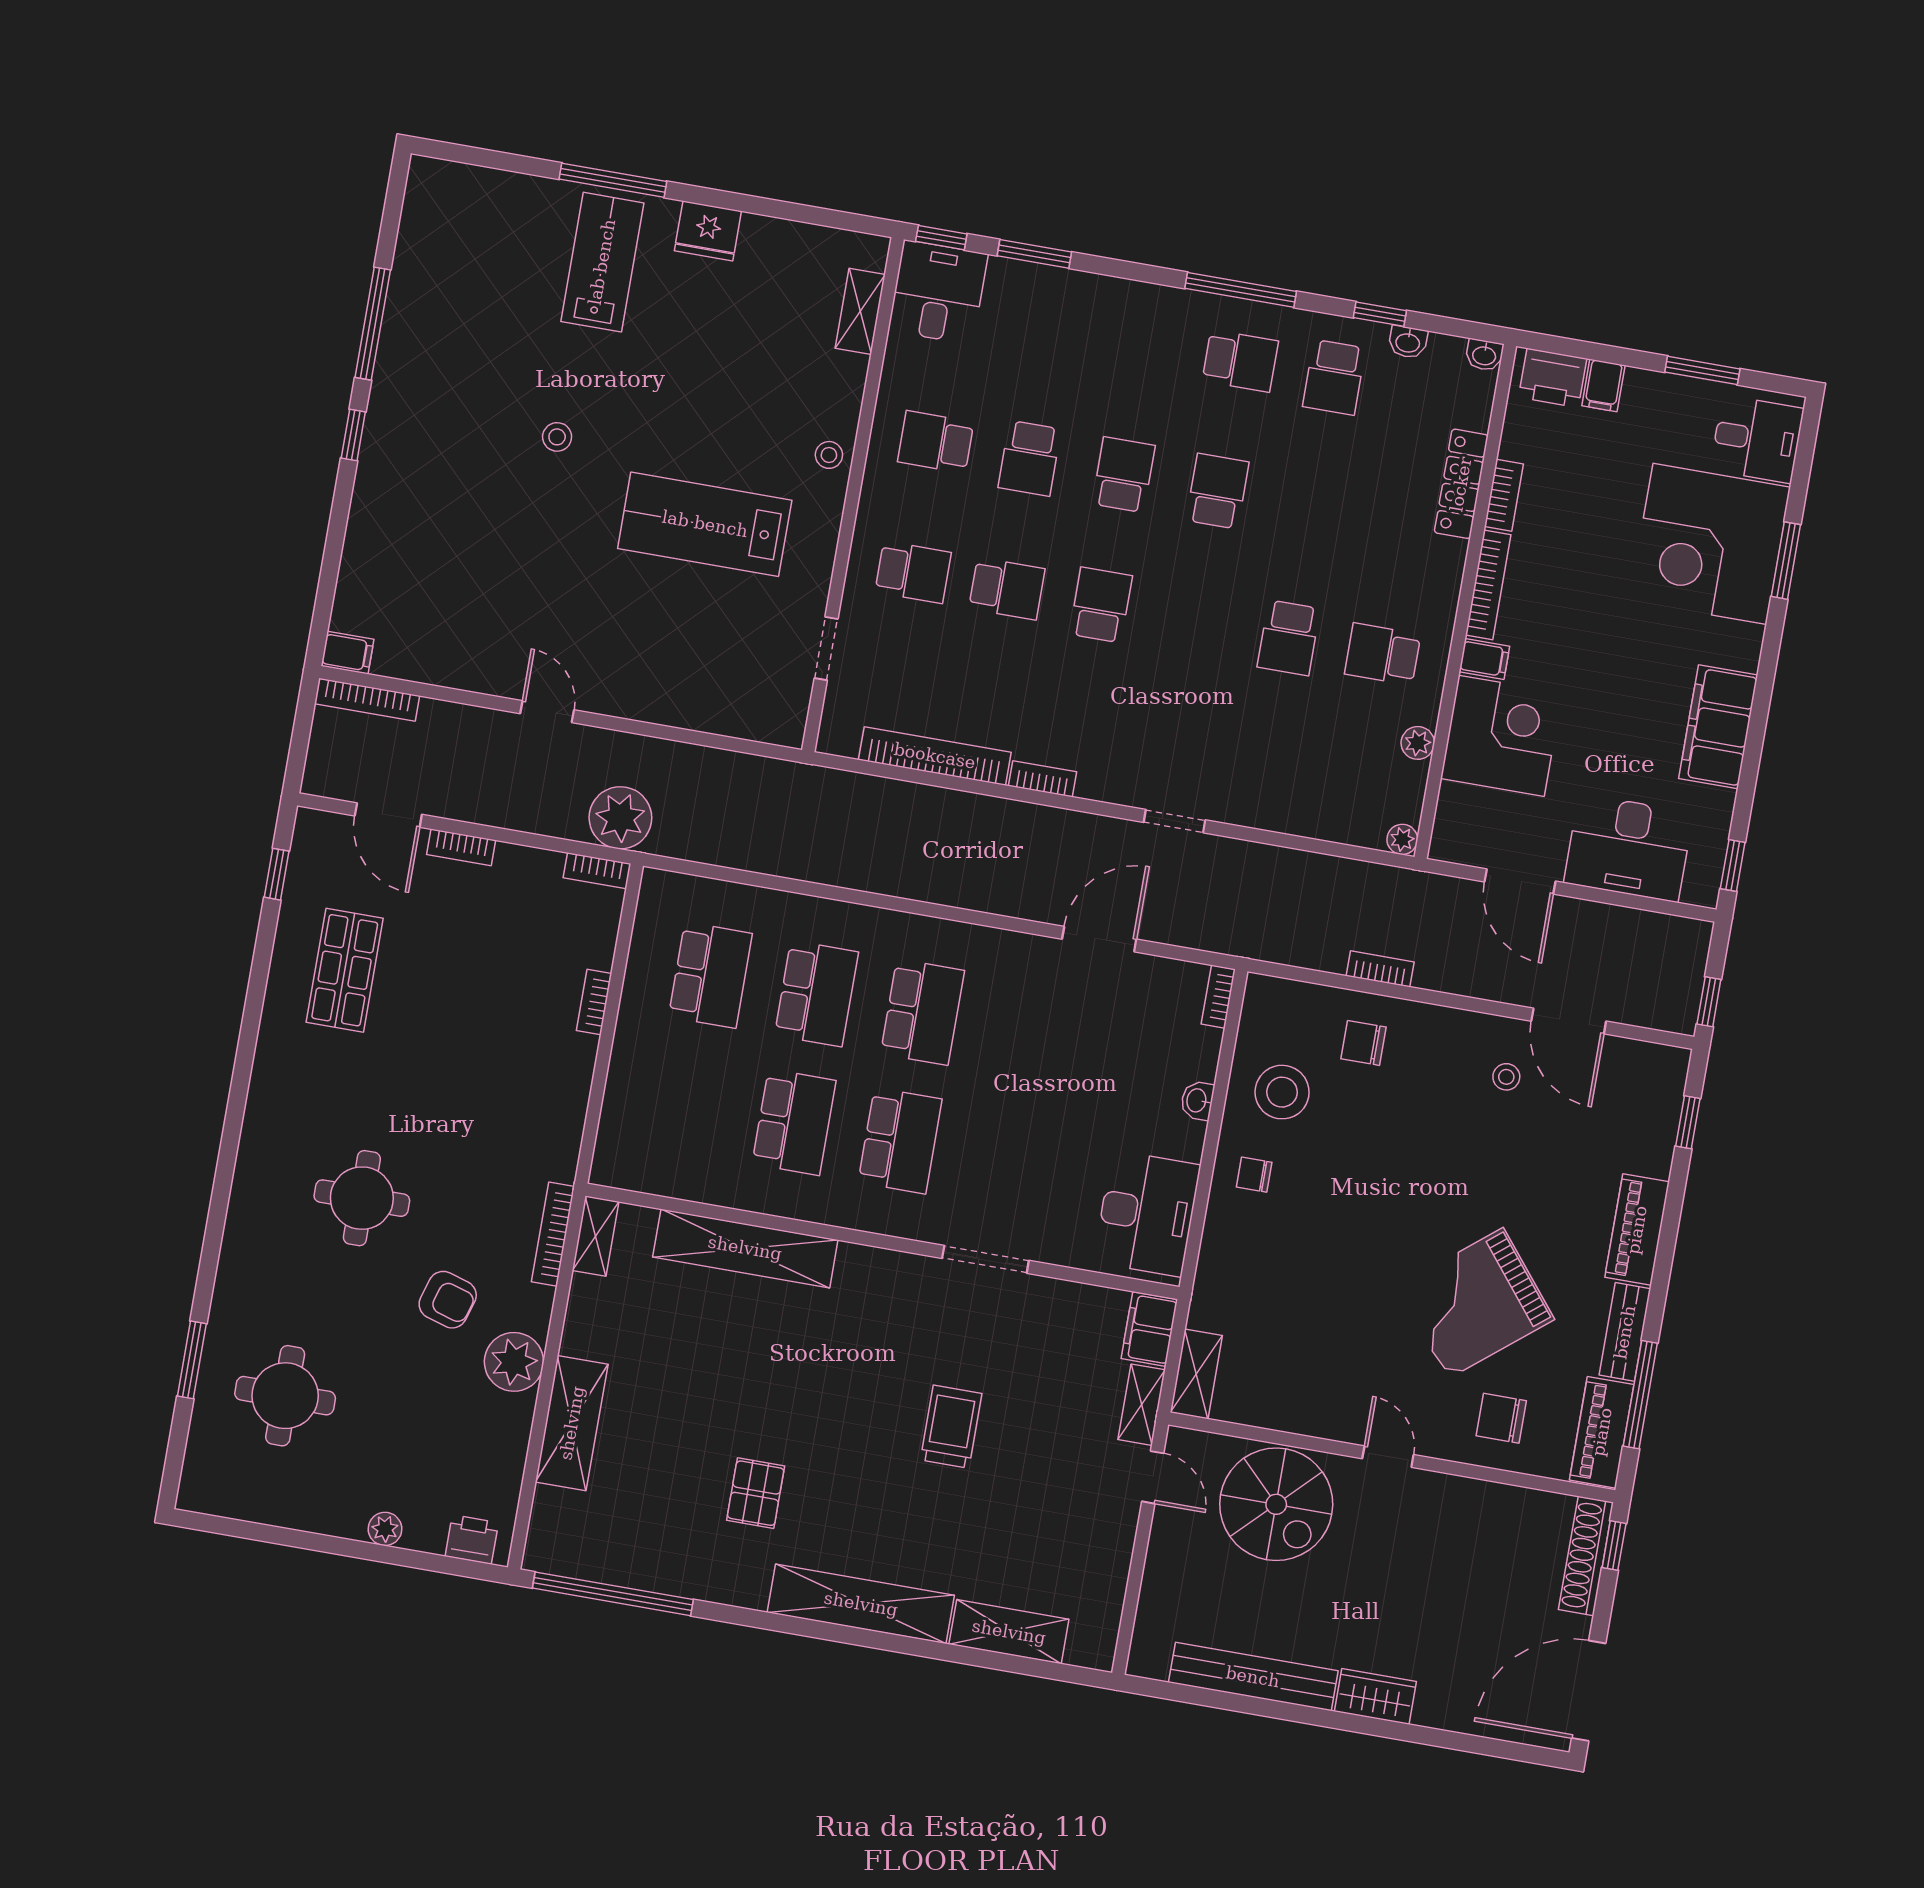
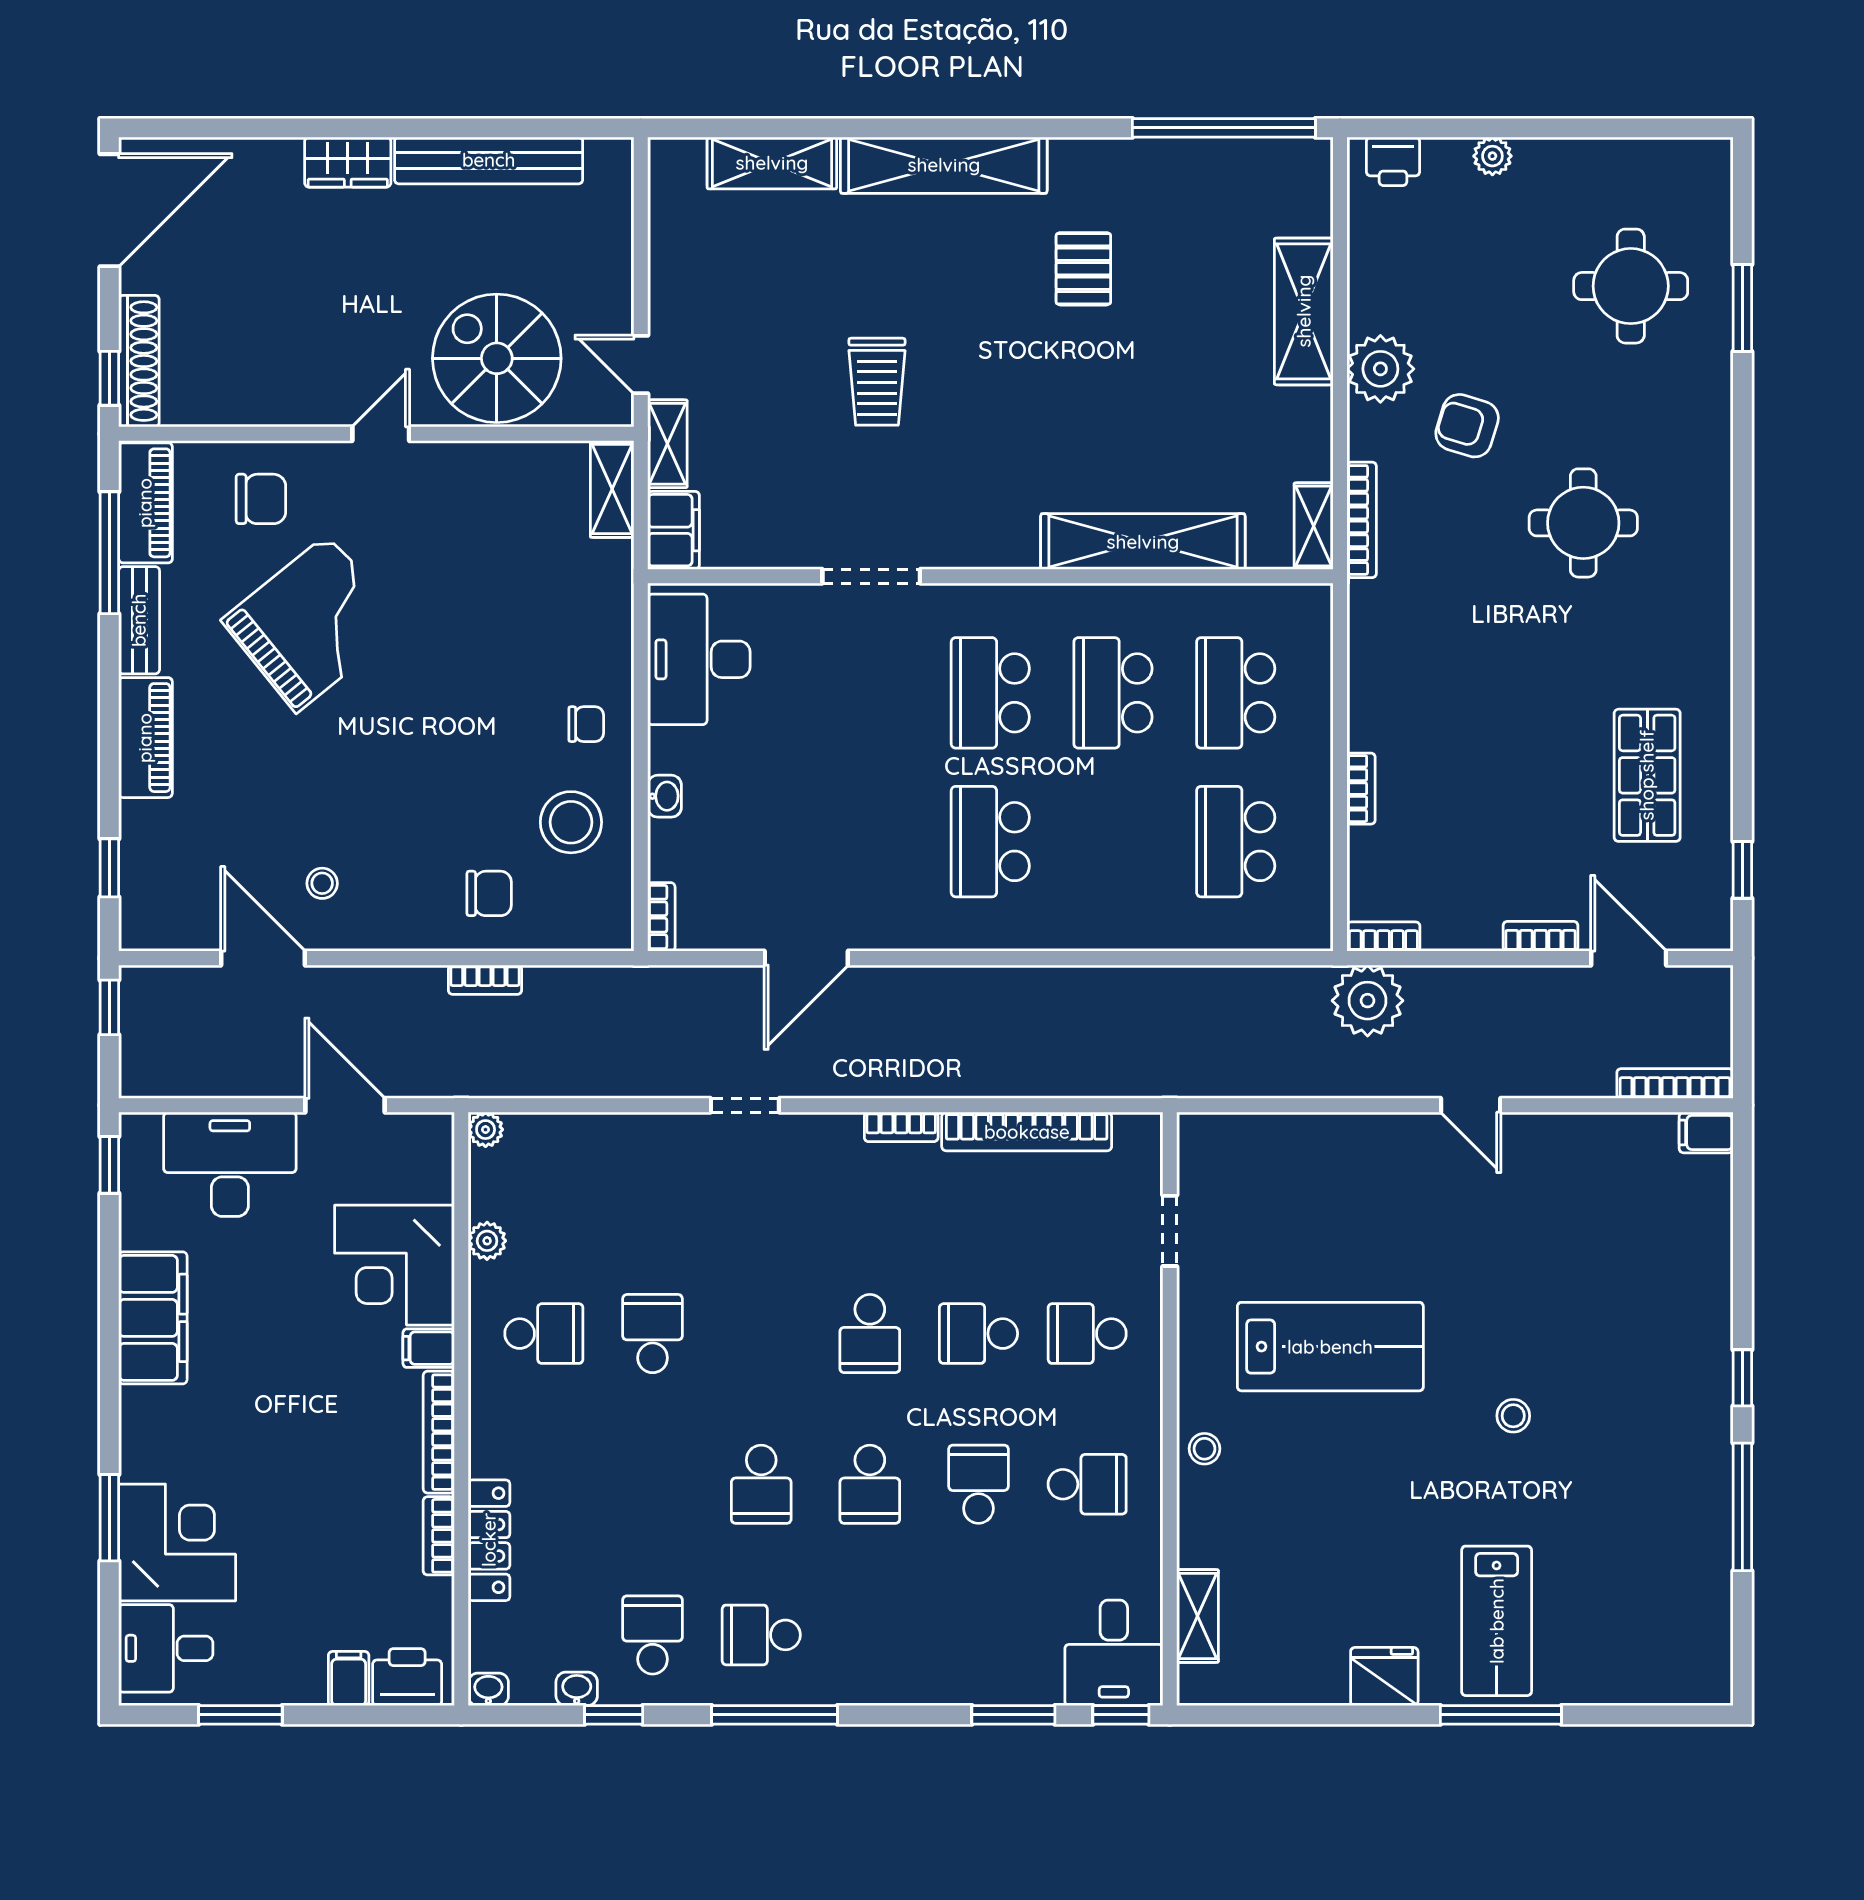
corner desk: (1710, 544) -> (177, 1542), width x0.74, depth x0.74
school desk: (816, 994) -> (1236, 693), moved
door: (1388, 1457) -> (381, 434), swing flipped

